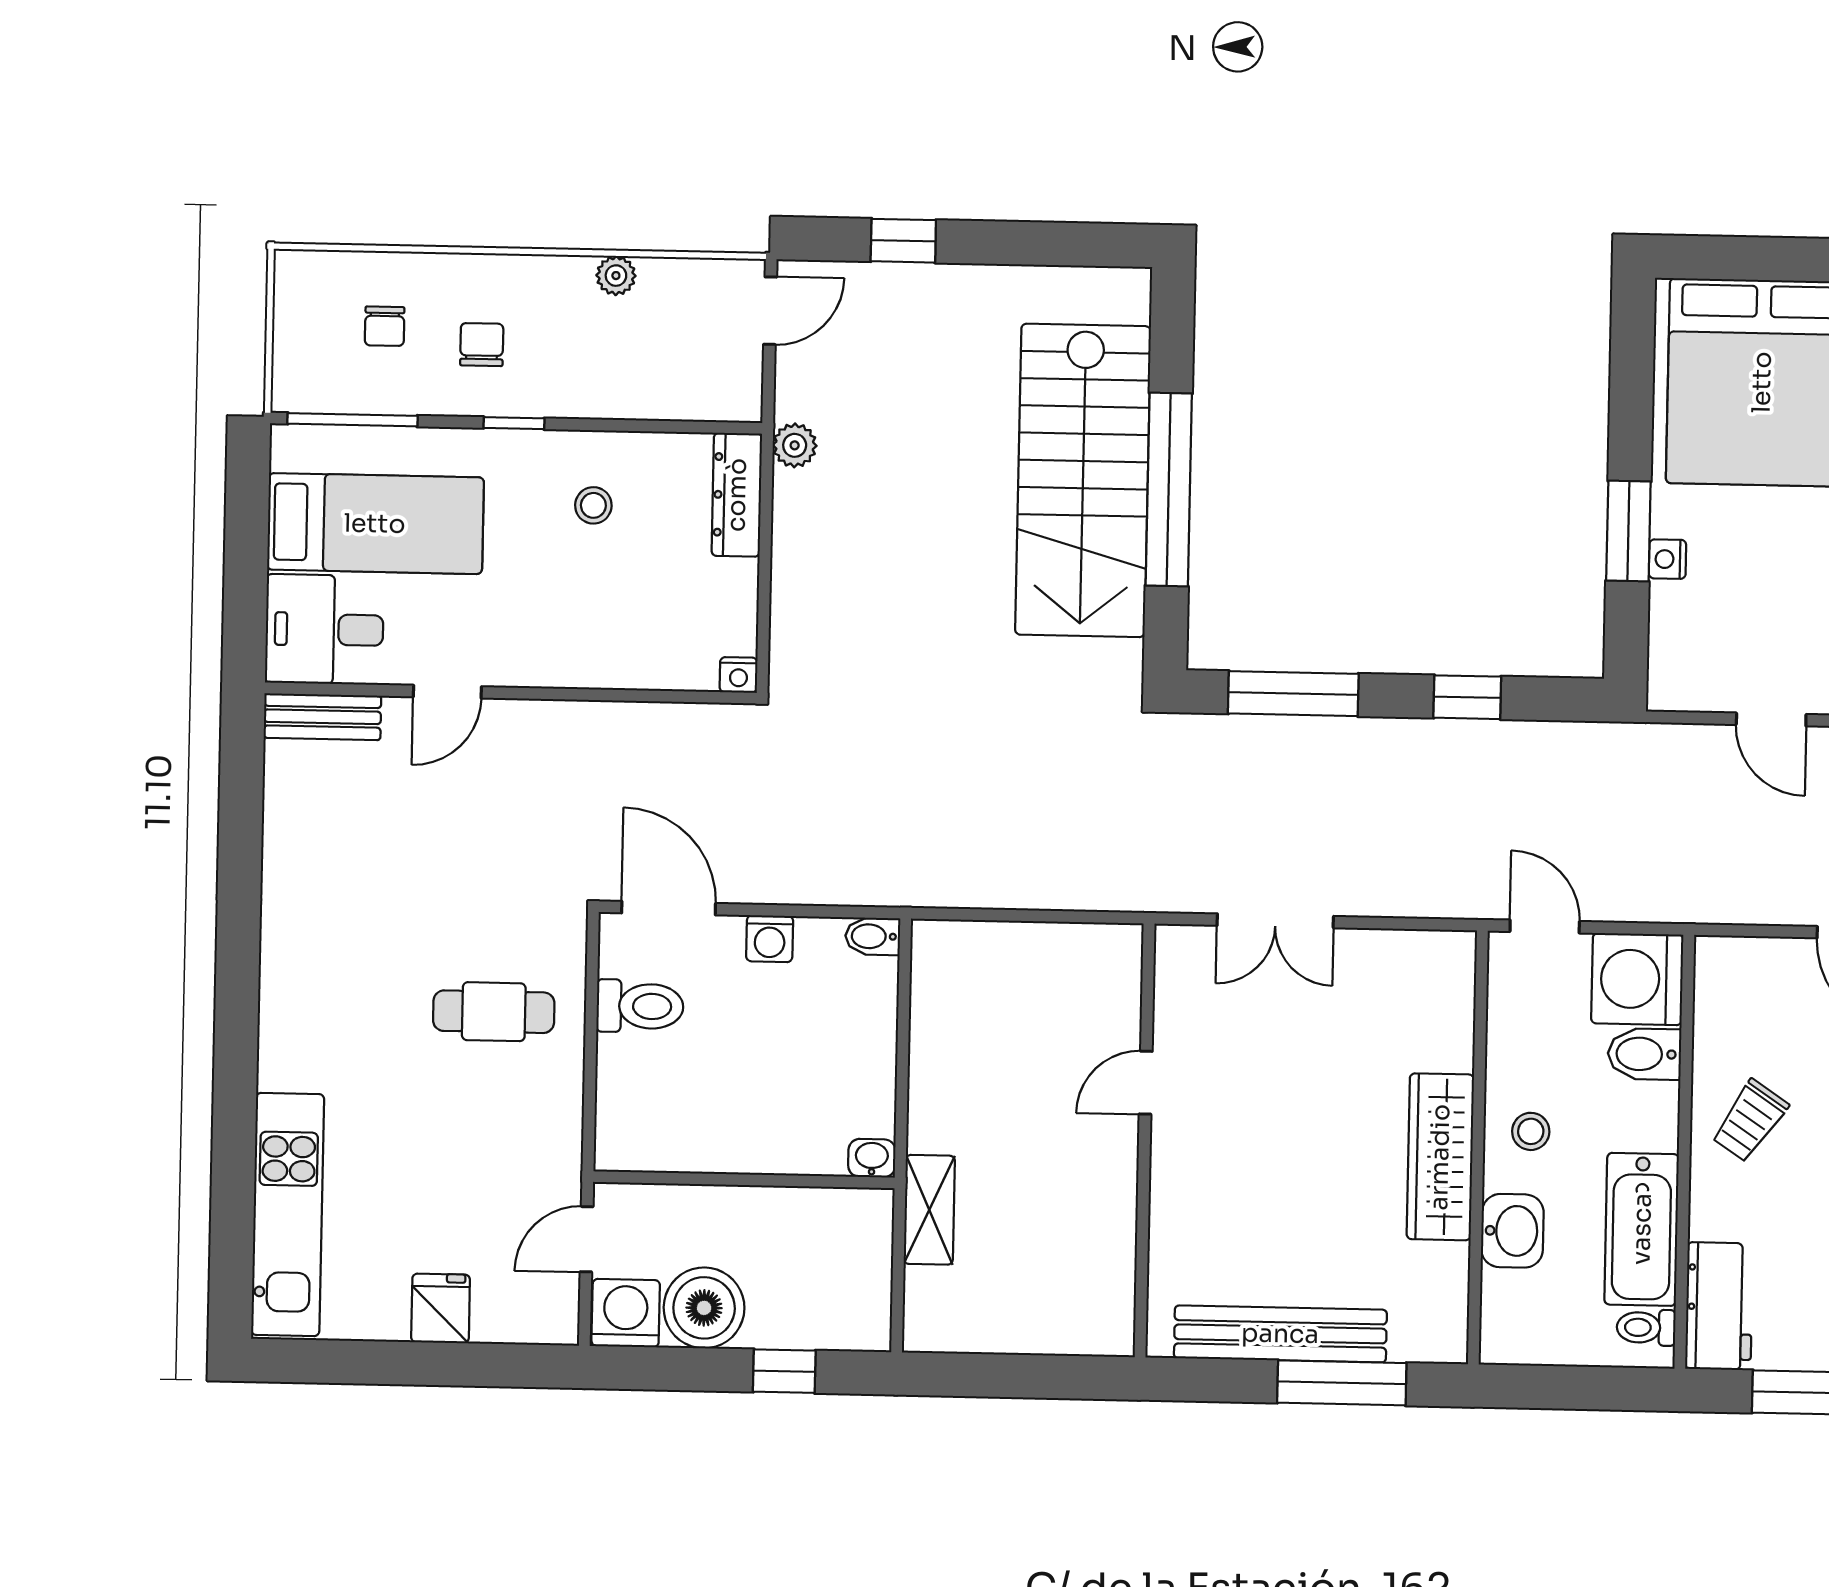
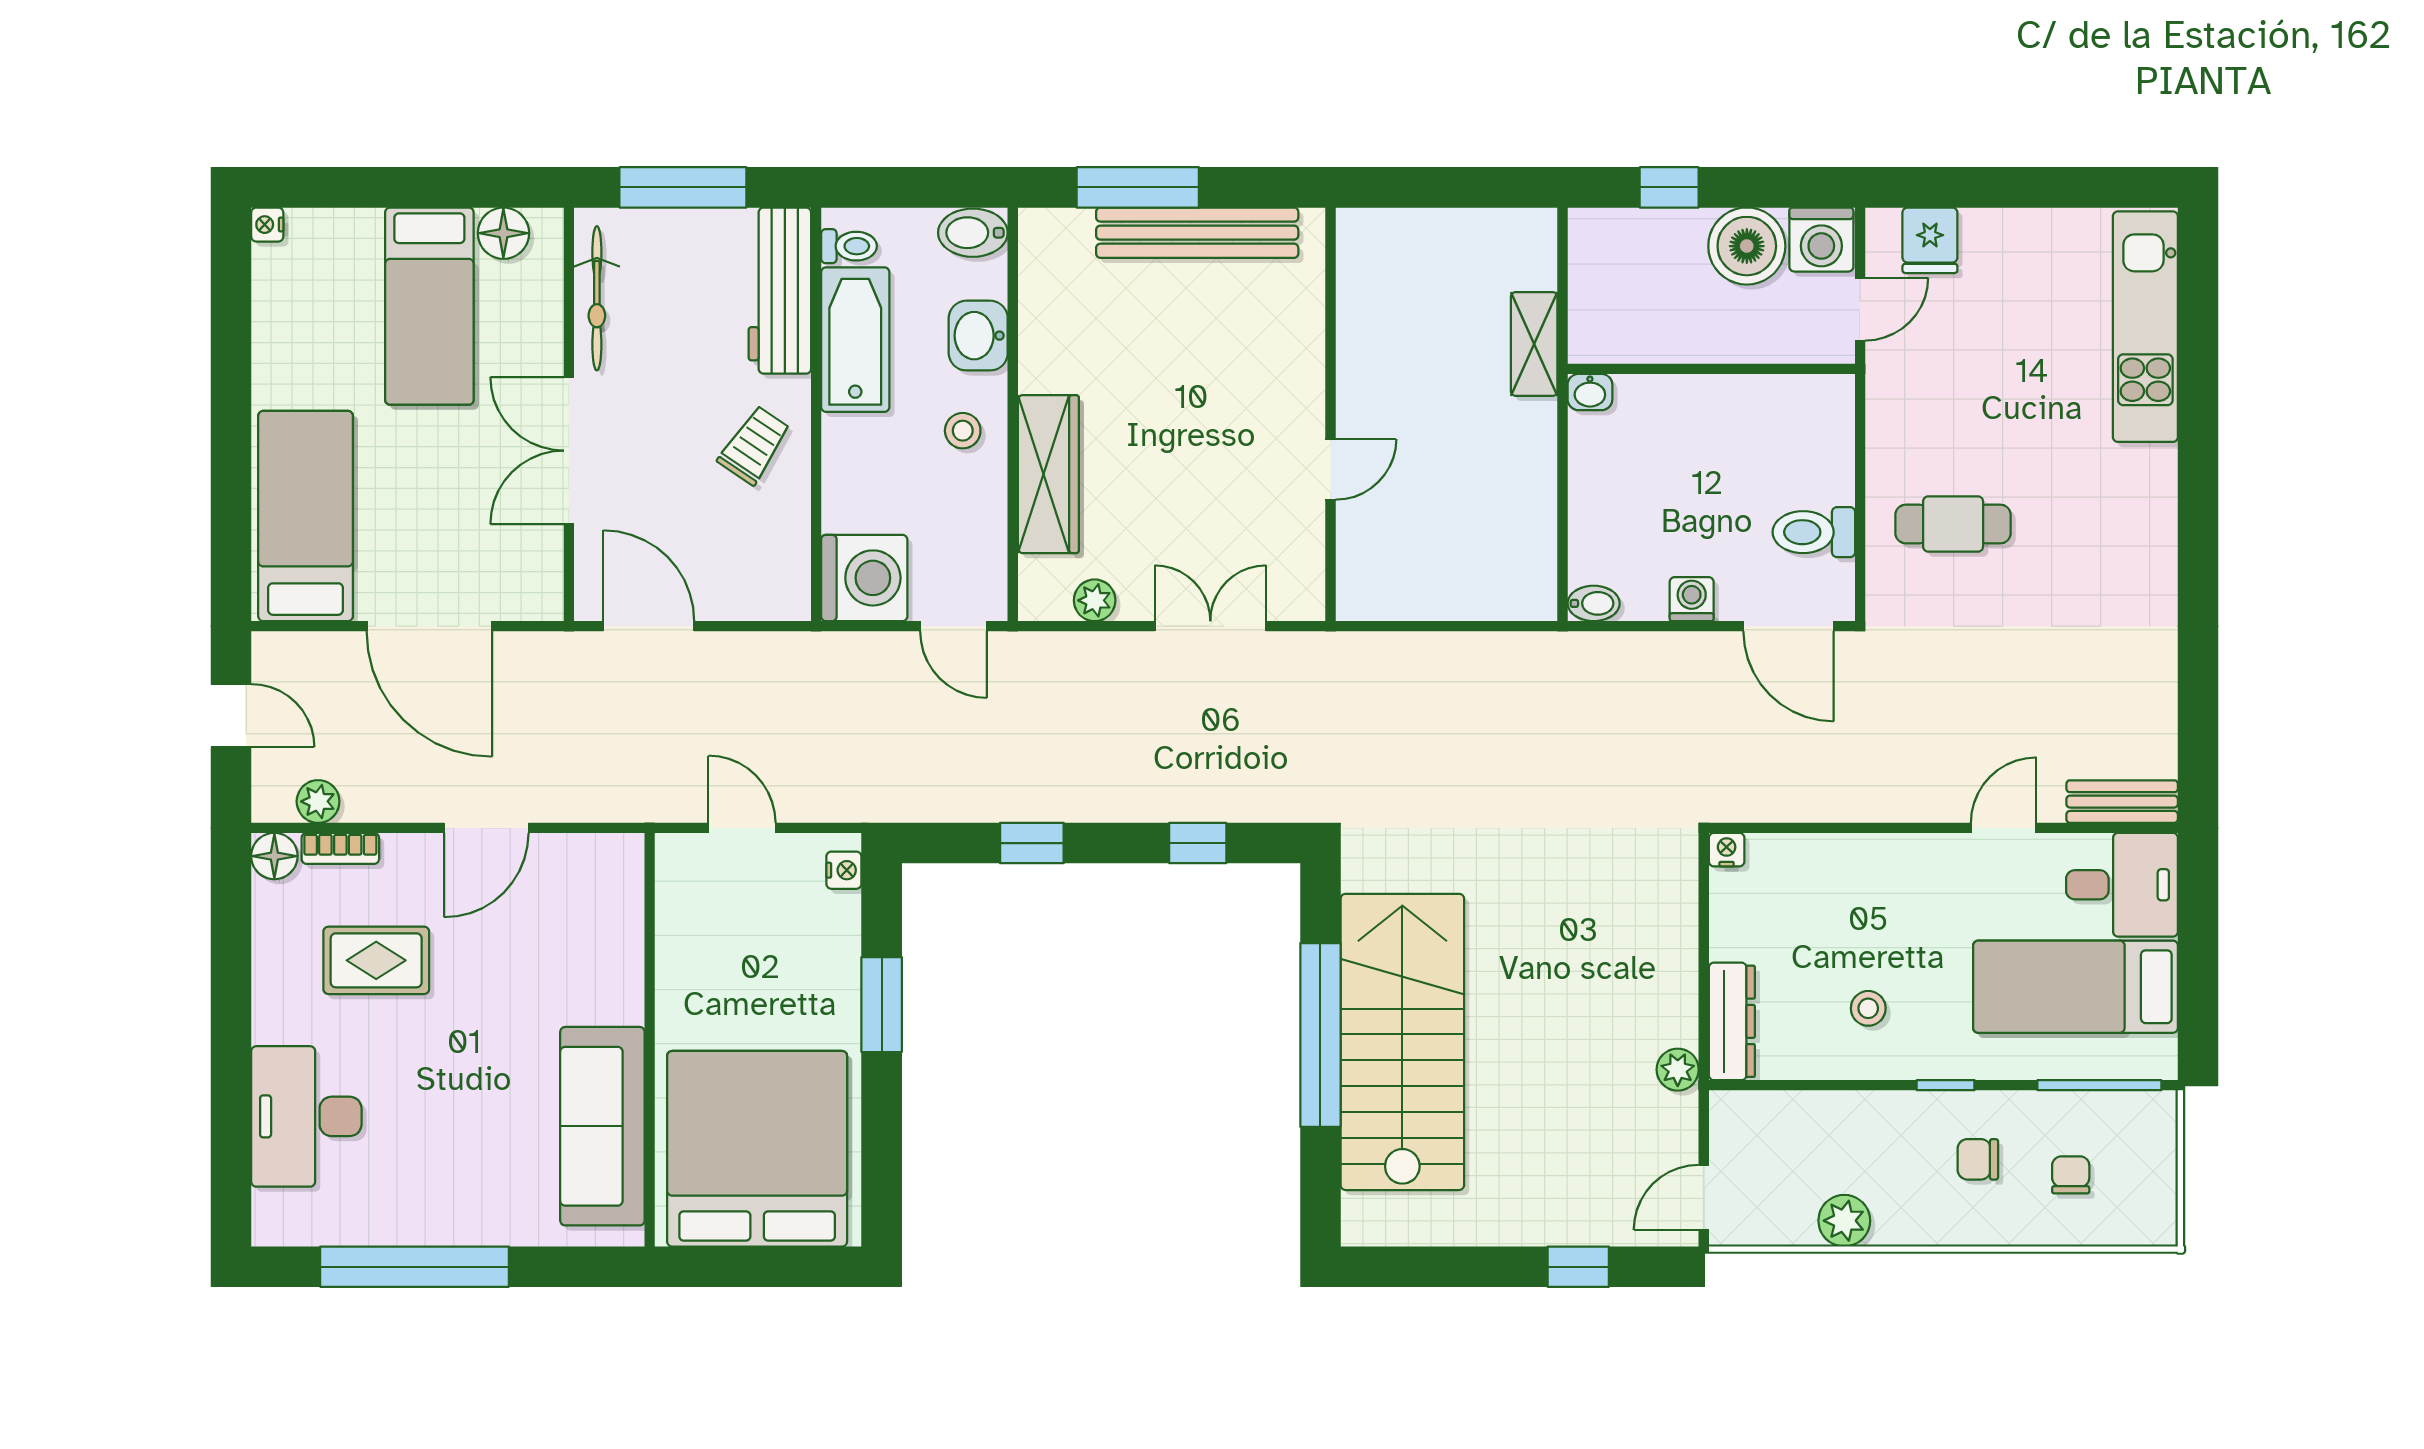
plant: (616, 276) -> (1844, 1221), width x1.38, depth x1.38
chair: (482, 345) -> (1978, 1159), turned 90
nightstand: (1667, 559) -> (844, 870), moved
window: (1293, 694) -> (1198, 843), width x0.46
plant: (1396, 951) -> (1095, 600), added
bidet: (1644, 1054) -> (973, 233), moved, turned 180
wardrobe: (1440, 1157) -> (1048, 474), moved
workbench: (1719, 1306) -> (780, 291), width x1.37
fridge: (441, 1308) -> (1930, 240), moved

